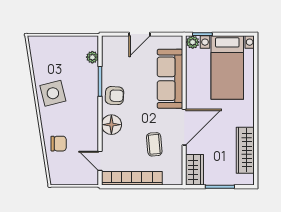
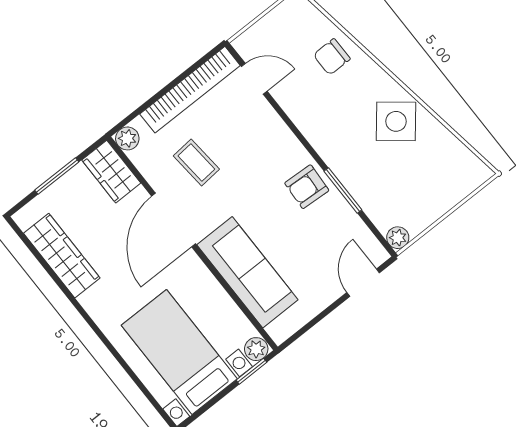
door: (139, 34) -> (363, 283), moved
plant: (92, 57) -> (398, 238), moved
side table: (53, 93) -> (396, 121), turned -37
floor lamp: (111, 125) -> (278, 142), removed
plant: (176, 179) -> (127, 138), added

